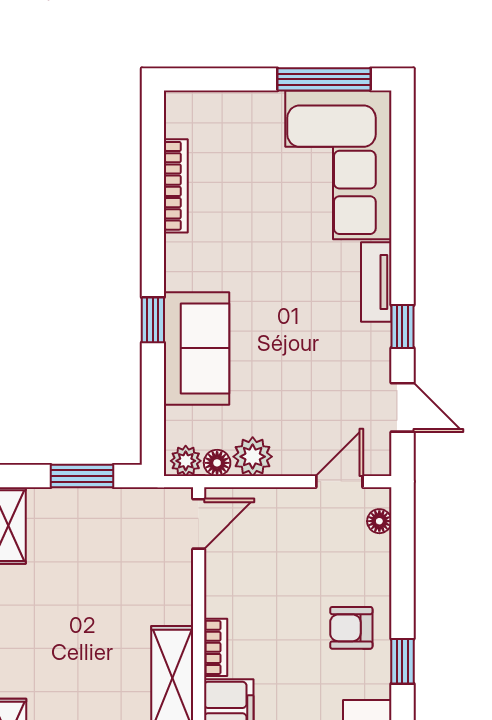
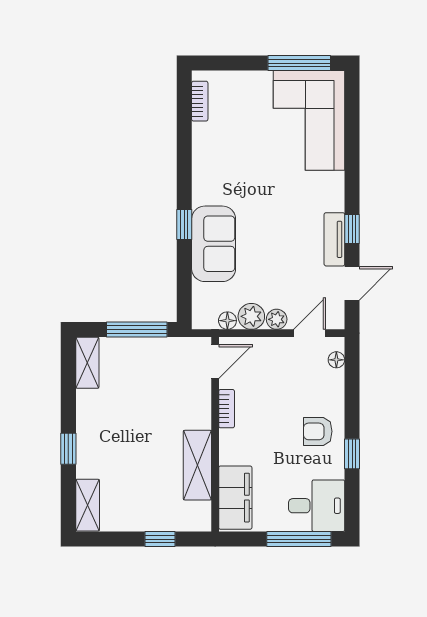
bookcase: (176, 186) -> (200, 101), moved, width x0.64
tv unit: (376, 282) -> (334, 239), moved
door: (402, 407) -> (352, 283), hinge flipped
plant: (186, 461) -> (277, 319), moved
window: (82, 476) -> (137, 329), width x1.44
bookcase: (216, 647) -> (227, 409), moved

